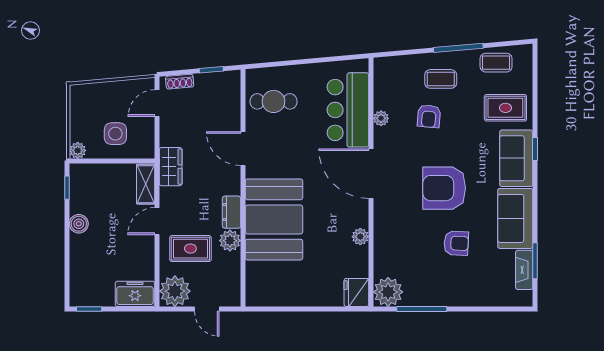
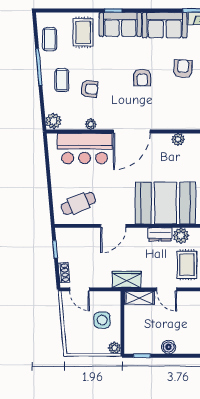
plant: (385, 68) -> (53, 121), added
cafe table: (274, 101) -> (78, 203), turned 67
armchair: (444, 188) -> (142, 78), width x0.53, depth x0.53

